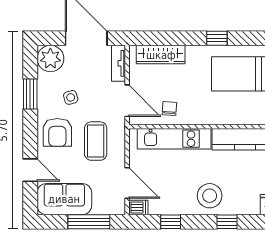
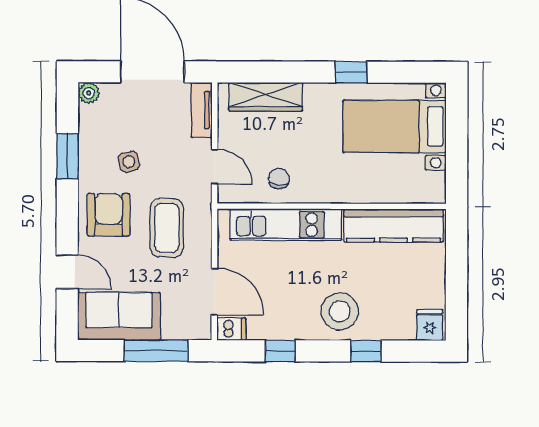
plant: (50, 59) -> (89, 93), width x0.53, depth x0.53
door: (127, 101) -> (215, 167), width x0.73
armchair: (57, 132) -> (109, 215), turned 180

